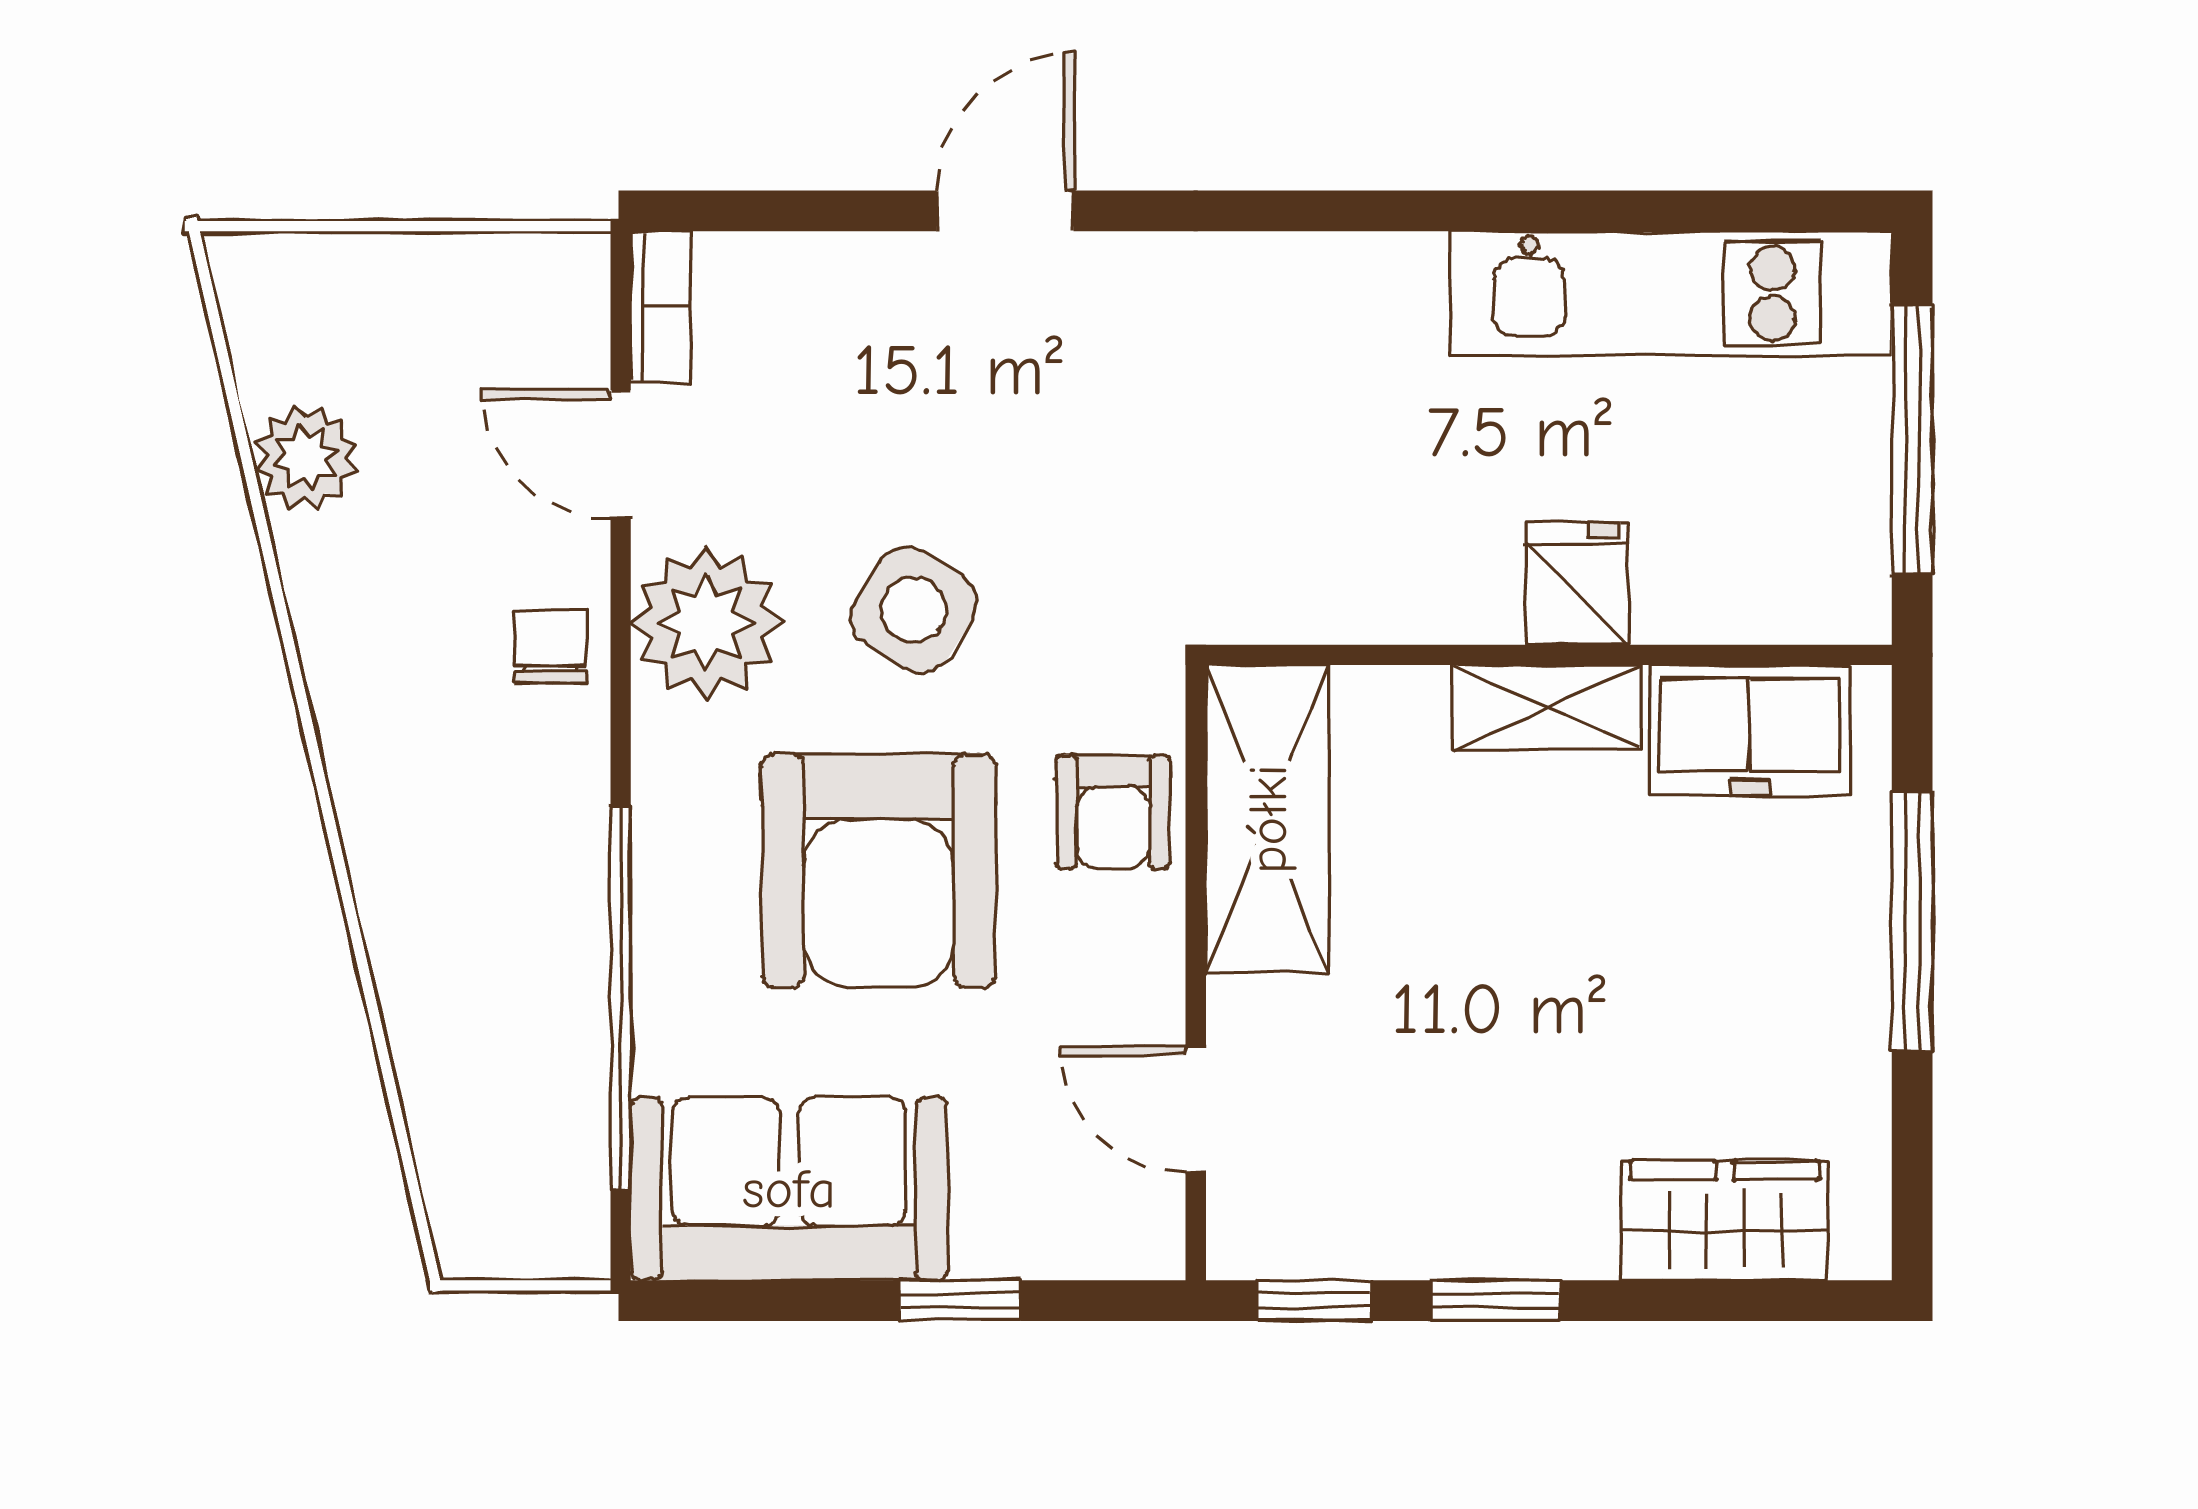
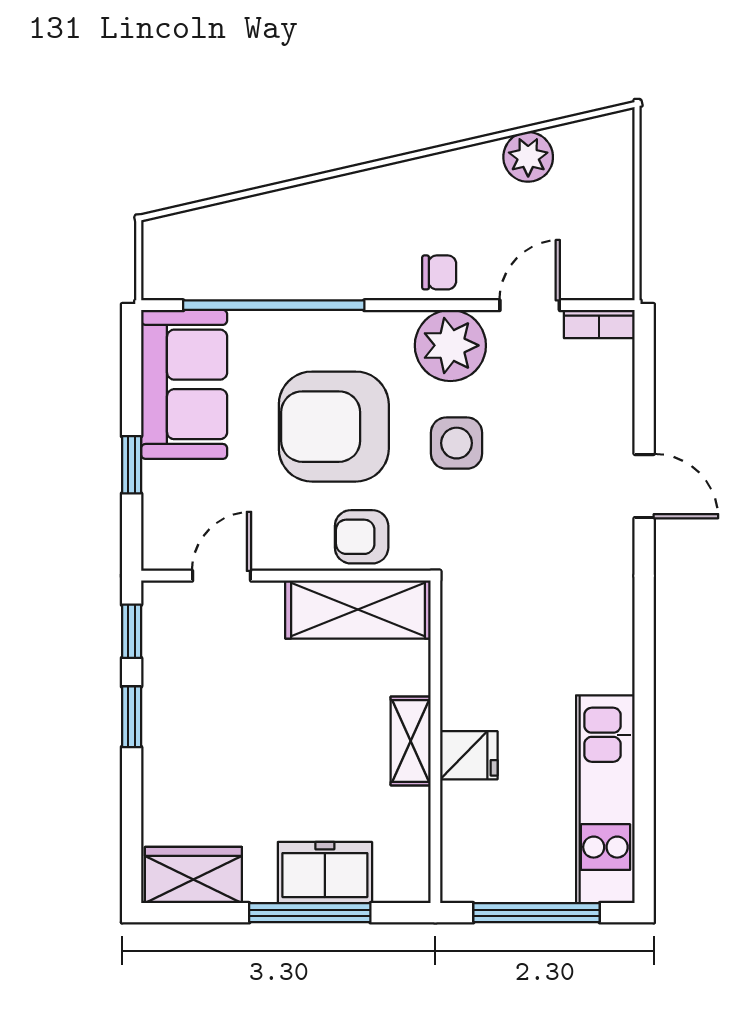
side table: (914, 610) -> (457, 443), turned -32
freezer: (1750, 730) -> (325, 873), moved, turned 90
wardrobe: (1725, 1221) -> (193, 875), moved, turned -90

